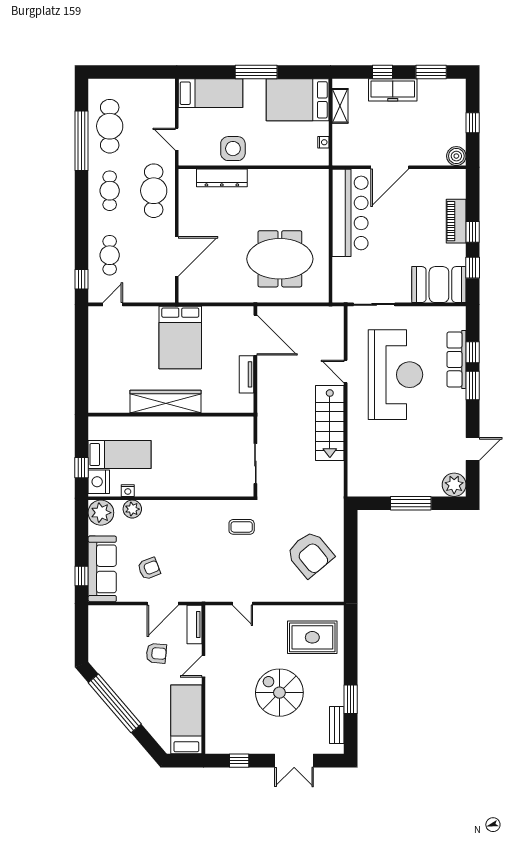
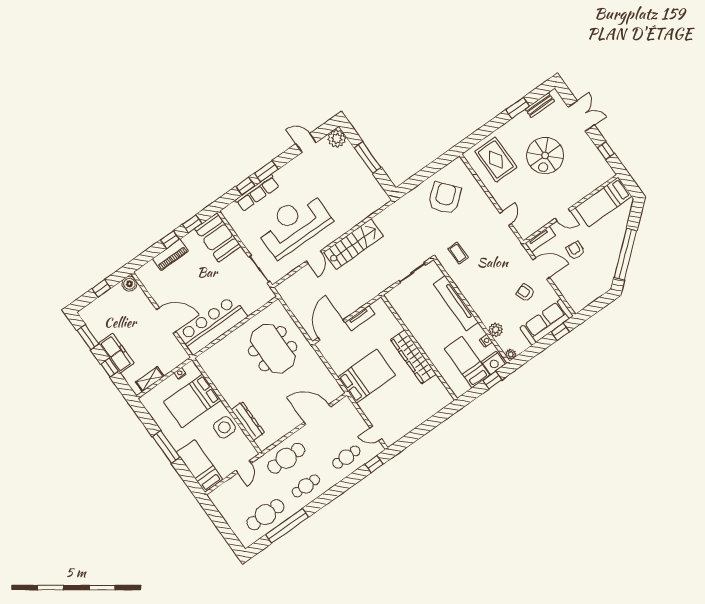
bed: (298, 100) -> (192, 401), moved, turned 90
tv unit: (190, 487) -> (456, 303), added
plant: (101, 513) -> (511, 354), width x0.53, depth x0.53

